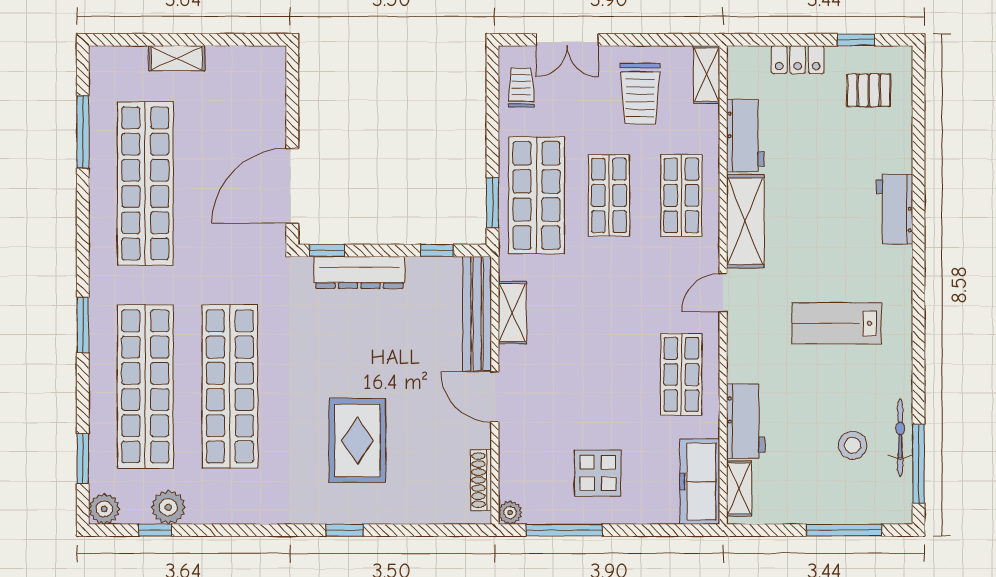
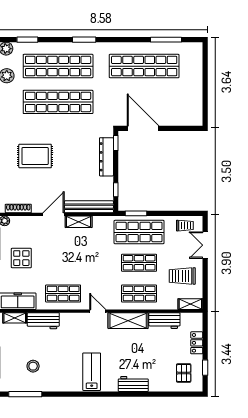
shelving: (177, 58) -> (197, 79), removed
shelving: (512, 313) -> (79, 222), moved
lab bench: (837, 323) -> (92, 372), moved
bicycle: (900, 438) -> (36, 386), removed

